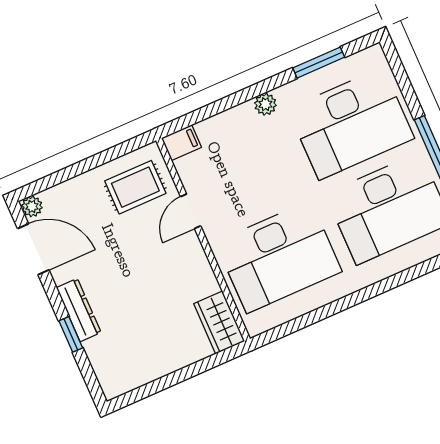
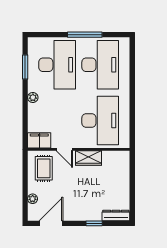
filing cabinet: (181, 143) -> (39, 140), width x2.00
plant: (32, 206) -> (33, 199), moved
dresser: (79, 310) -> (116, 215), moved
wardrobe: (219, 322) -> (89, 158), moved

